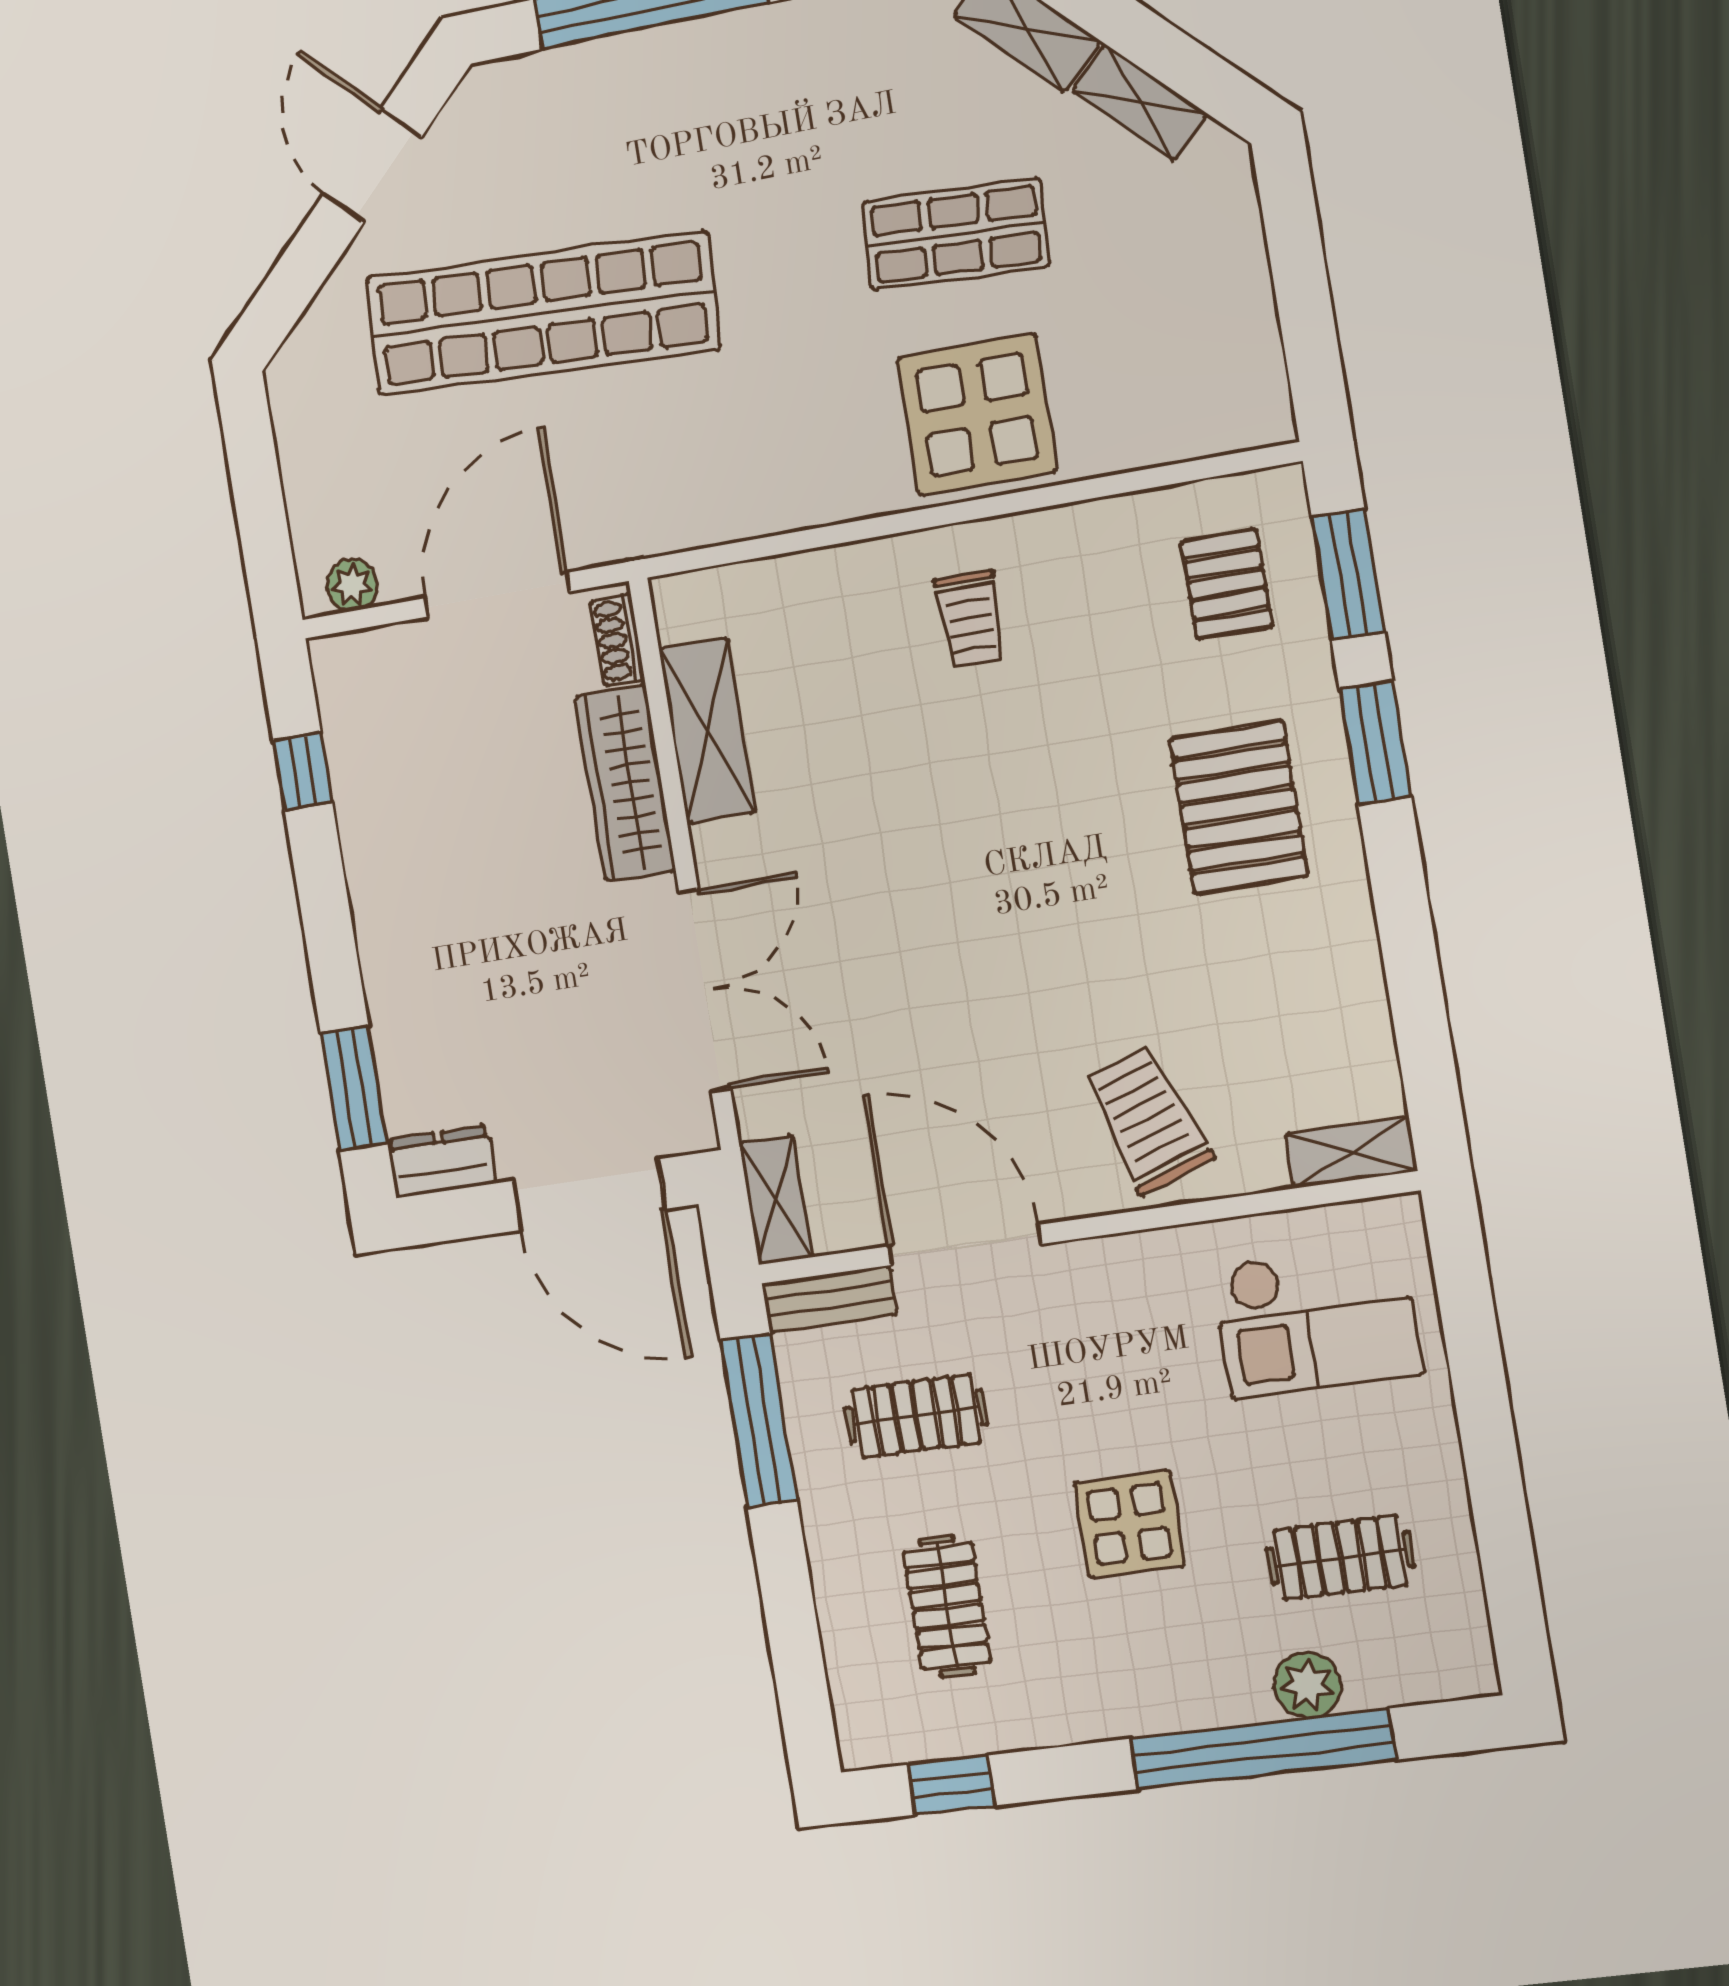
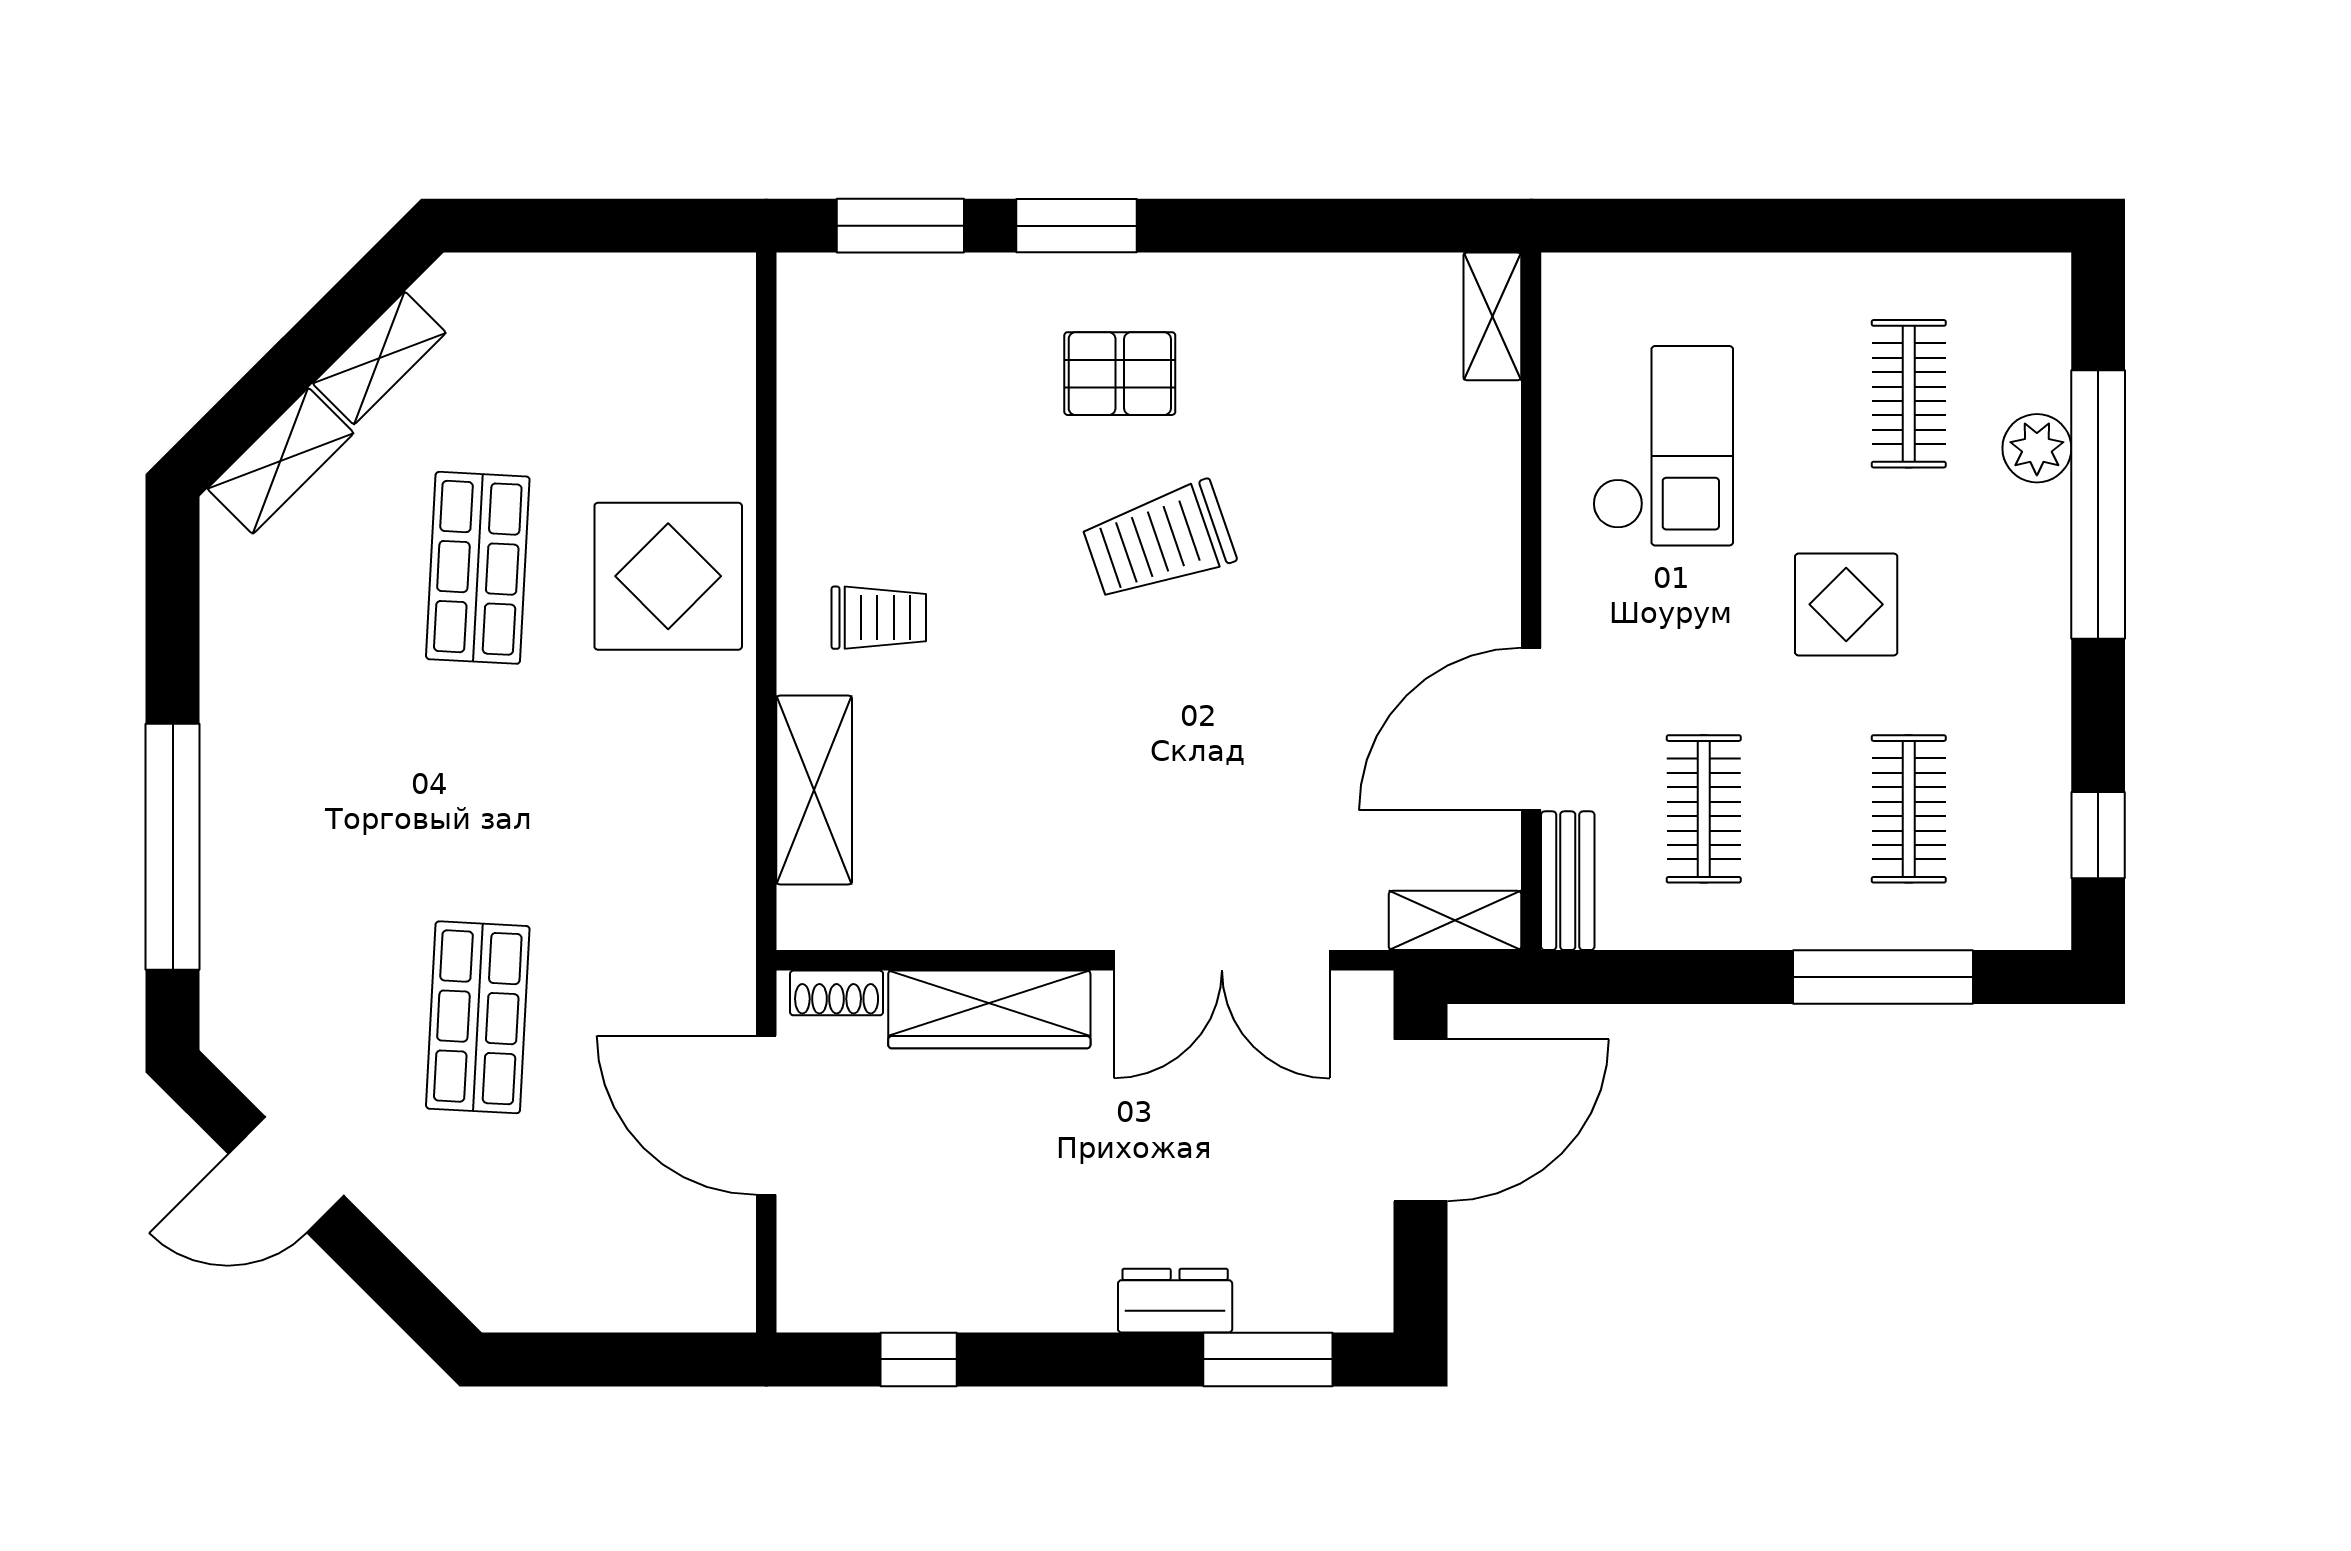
shop shelf: (542, 314) -> (478, 1017), width x0.50, depth x0.74
pallet: (1227, 584) -> (889, 349), removed
plant: (352, 585) -> (728, 1272), removed
shelving: (707, 731) -> (814, 790), moved, turned 90
pallet: (1239, 807) -> (1120, 374), width x0.67, depth x0.71
double door: (705, 990) -> (1222, 960), swing flipped
trolley: (1148, 1120) -> (1159, 541), moved
dresser: (442, 1162) -> (1175, 1301), moved, turned 90
checkout: (1317, 1320) -> (1663, 446), moved
window: (759, 1421) -> (1883, 977), moved
clothes rail: (947, 1606) -> (1909, 809), turned 90

